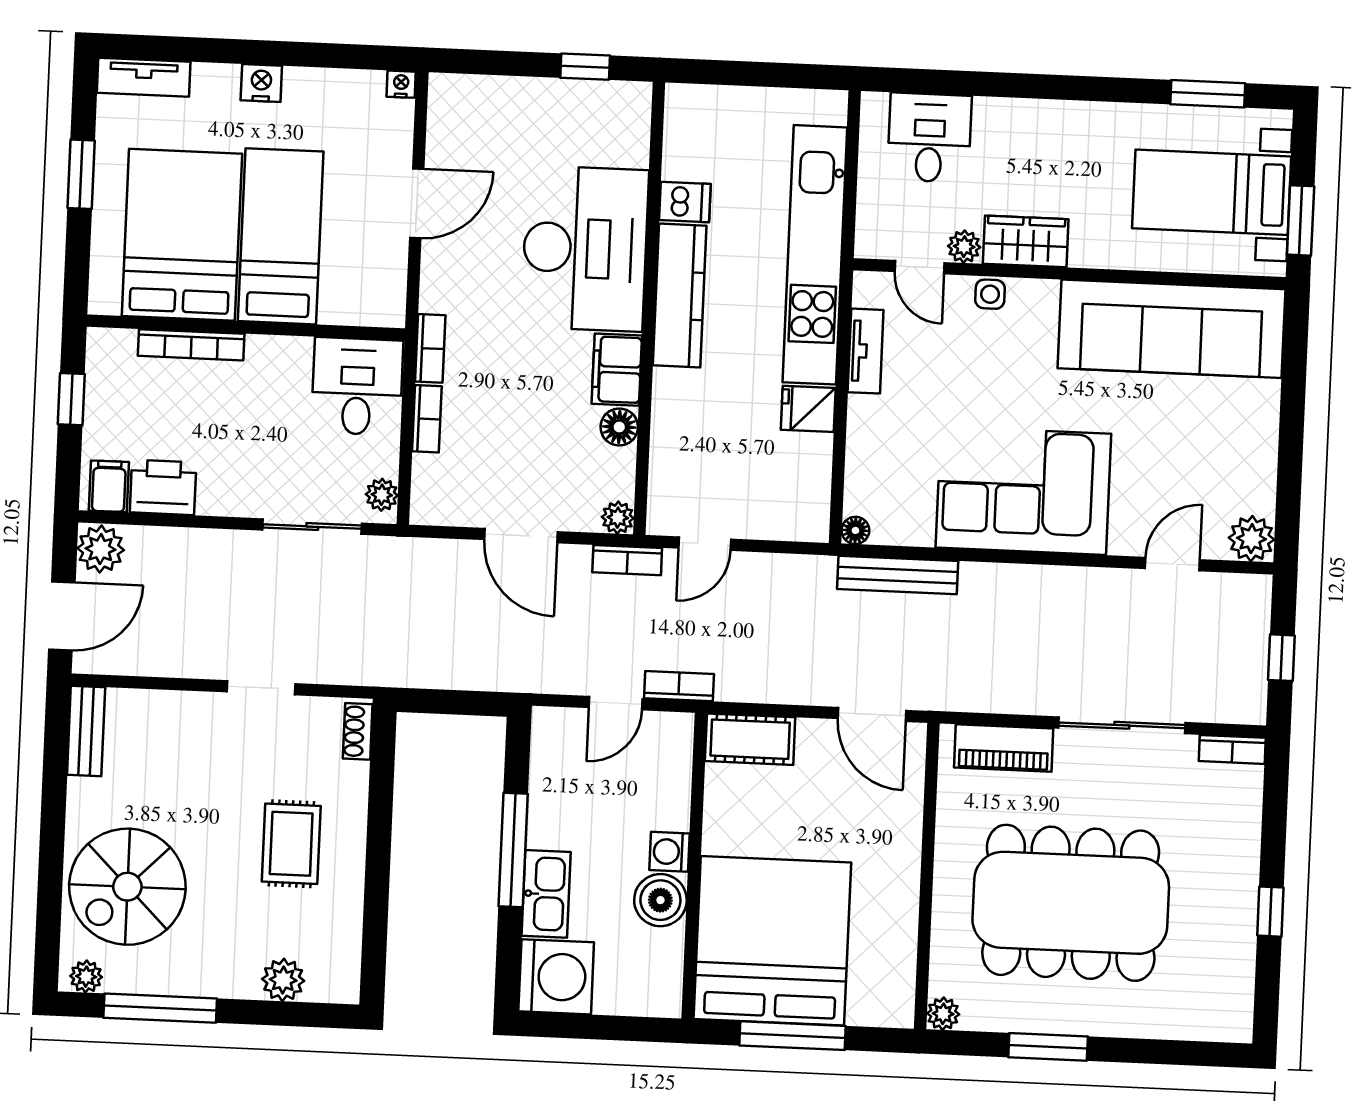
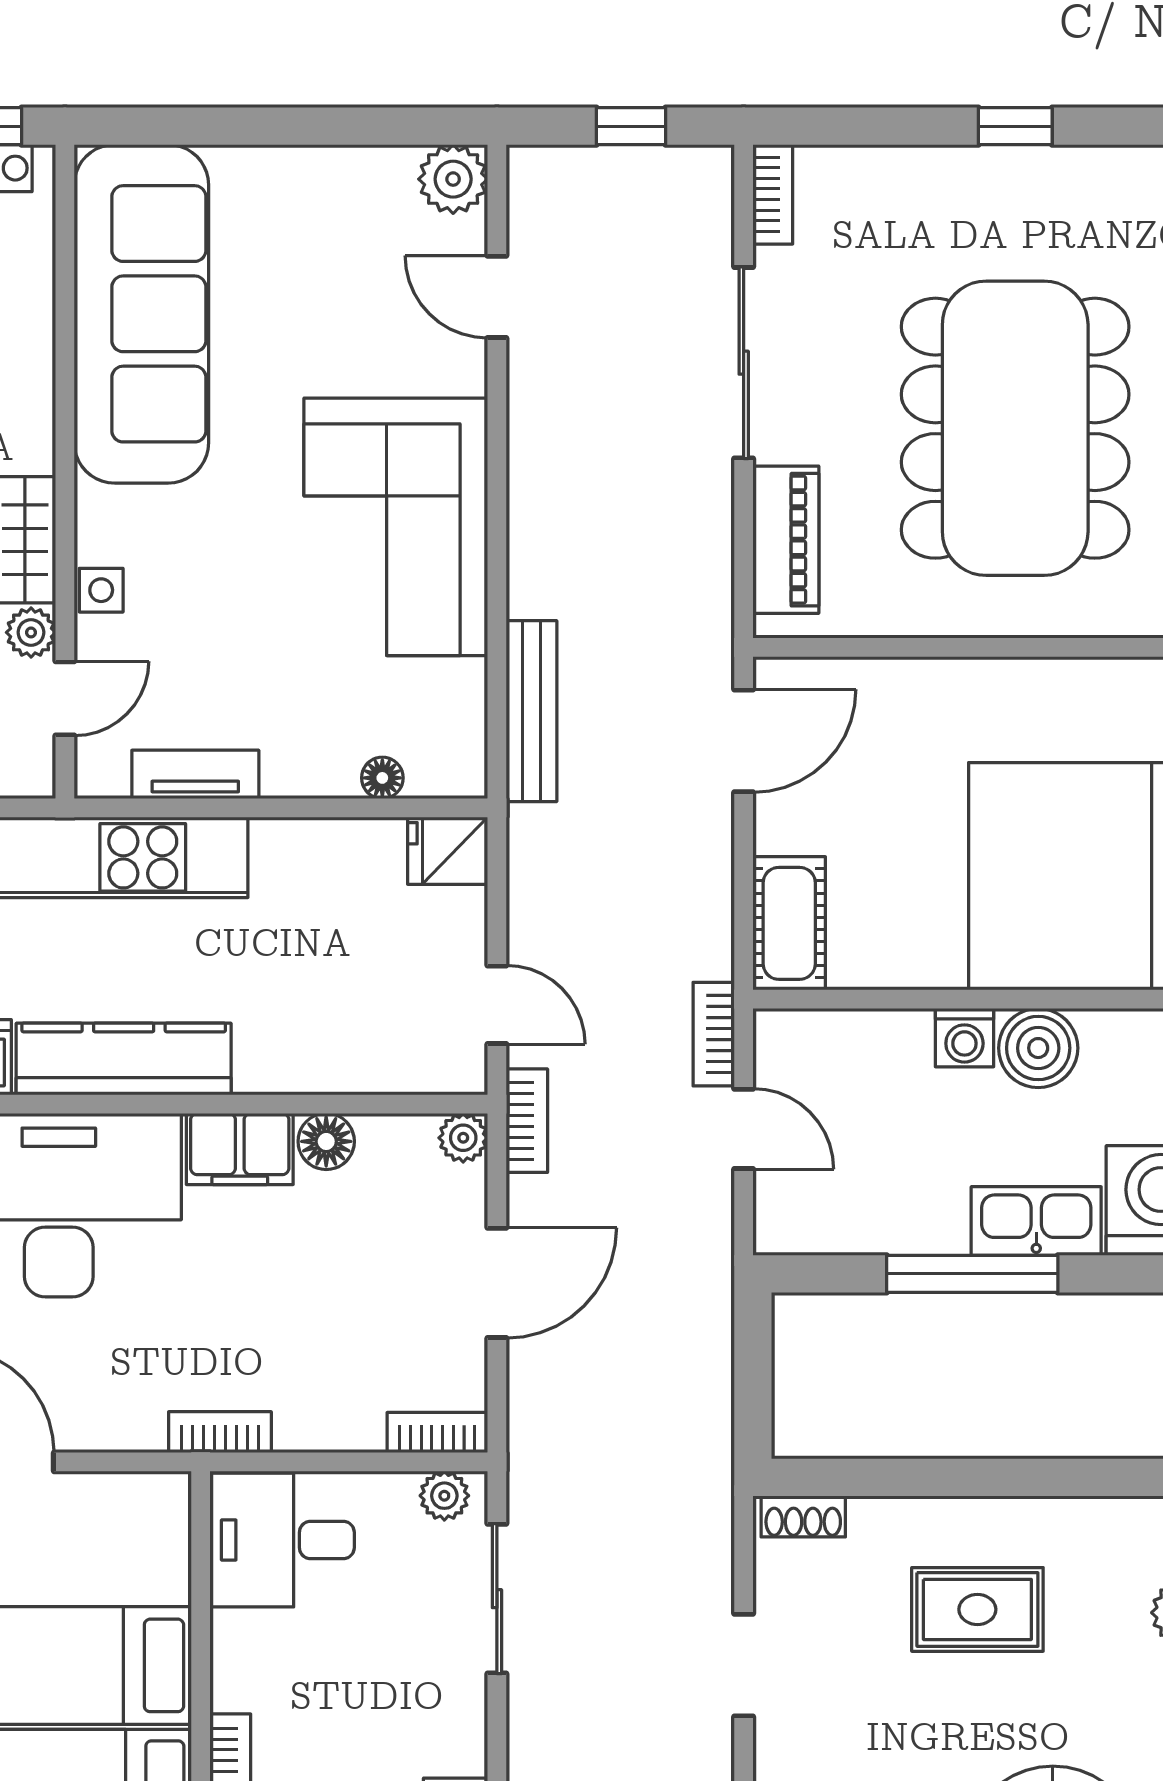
fridge: (808, 409) -> (448, 851), moved, turned 90
bookcase: (427, 419) -> (437, 1433), moved
floor lamp: (855, 530) -> (382, 778), moved

